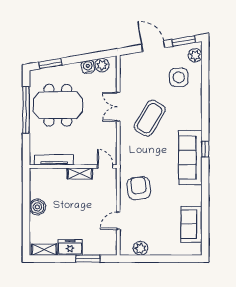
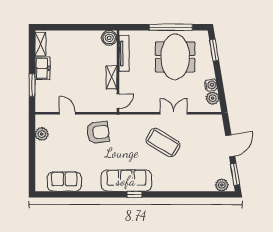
side table: (179, 77) -> (201, 170), removed
boiler: (37, 207) -> (109, 38), moved

